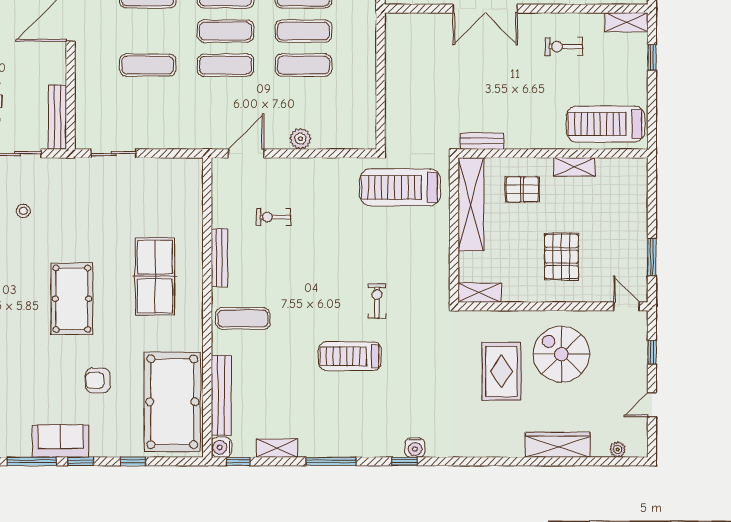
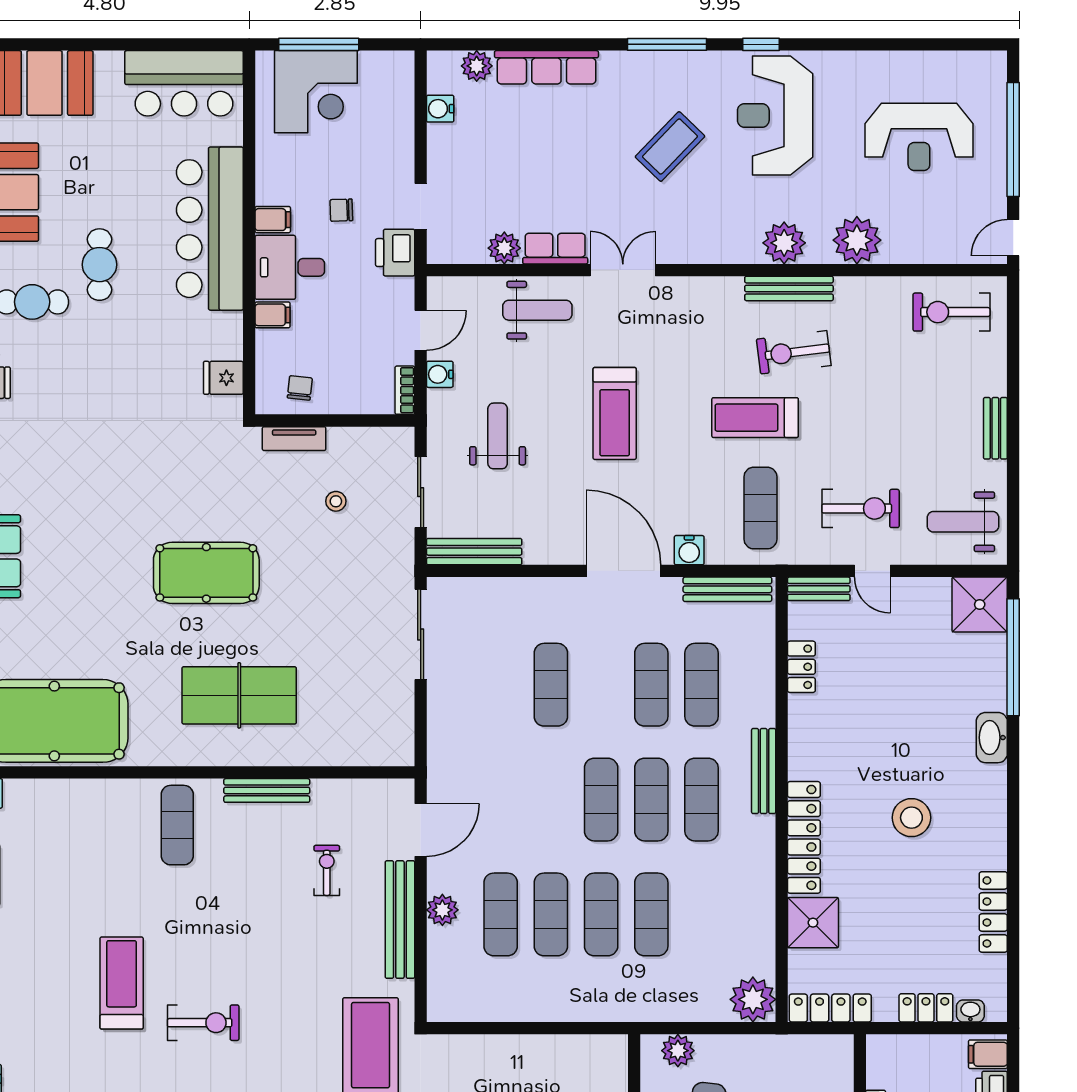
exercise mat: (226, 65) -> (501, 914), moved
sliding door: (114, 153) -> (421, 634), width x1.37
door: (246, 153) -> (421, 830), hinge flipped
exercise bike: (377, 301) -> (203, 1023), width x1.38, depth x1.39
armchair: (98, 380) -> (86, 611), removed
bench: (221, 396) -> (400, 920), moved, turned 90

